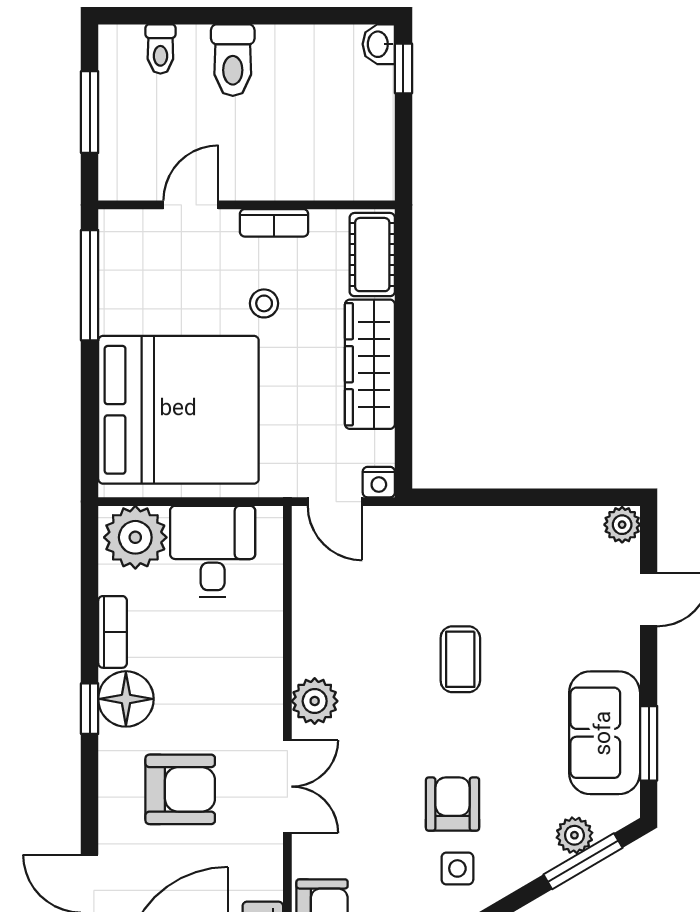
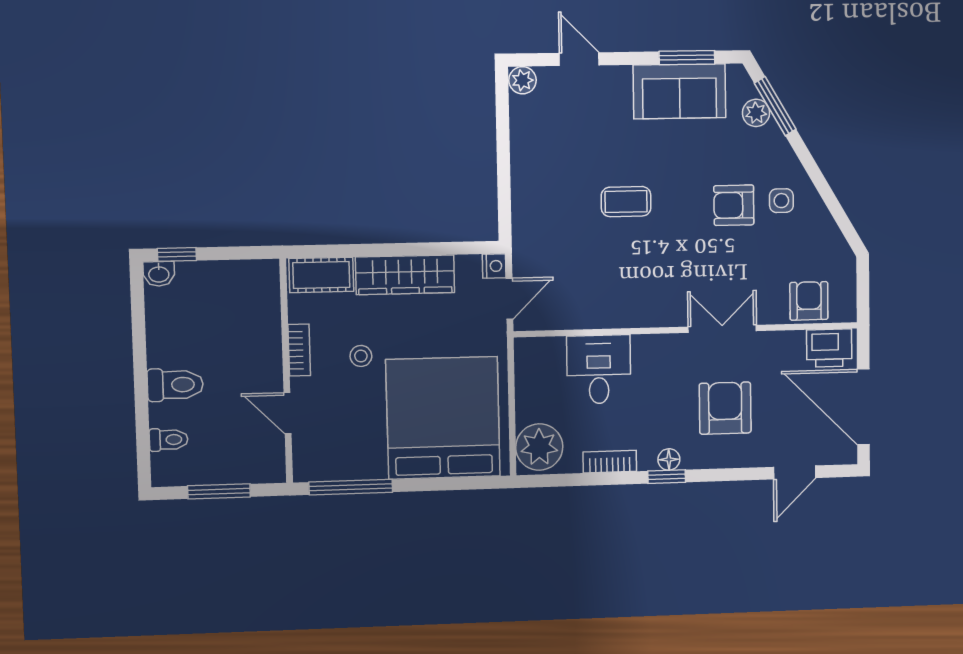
desk: (213, 552) -> (599, 369), moved, turned 90
floor lamp: (126, 699) -> (669, 459), width x0.53, depth x0.53
plant: (315, 701) -> (659, 310), removed

